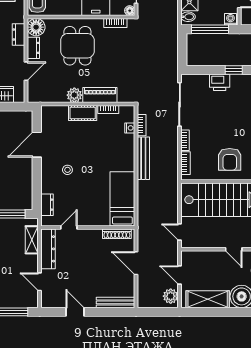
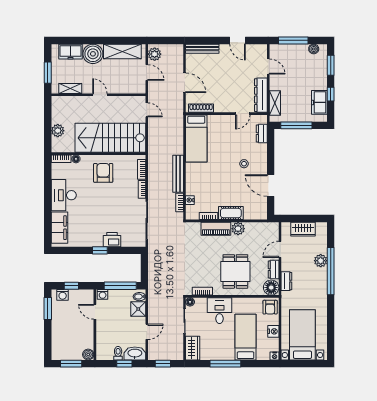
door: (37, 145) -> (271, 186), swing flipped

